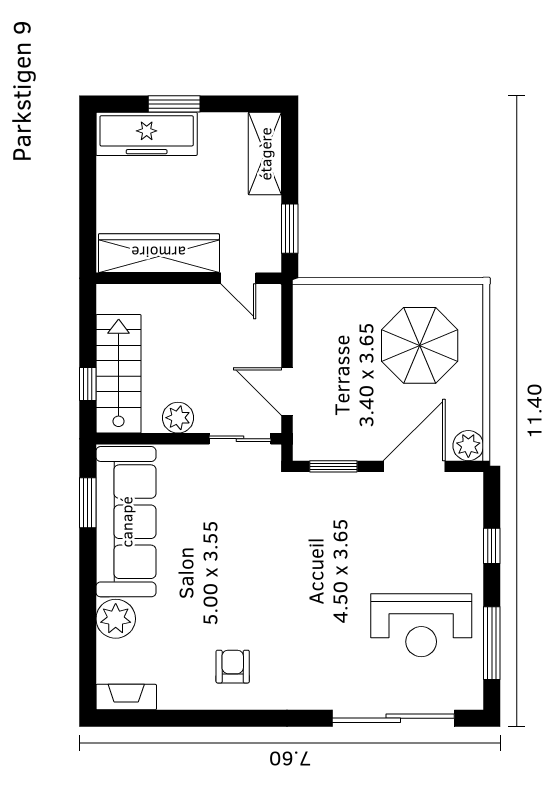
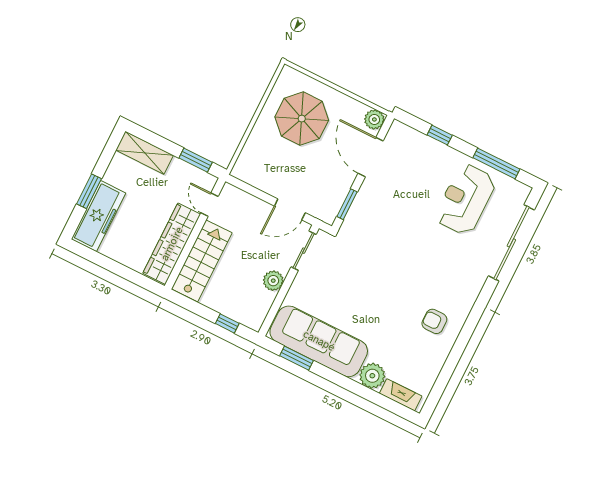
door: (238, 278) -> (210, 205), swing flipped
stairs: (119, 374) -> (202, 261), moved, turned 90
reception desk: (421, 625) -> (465, 199), turned 180
fireplace: (126, 697) -> (401, 395), moved, turned 90

